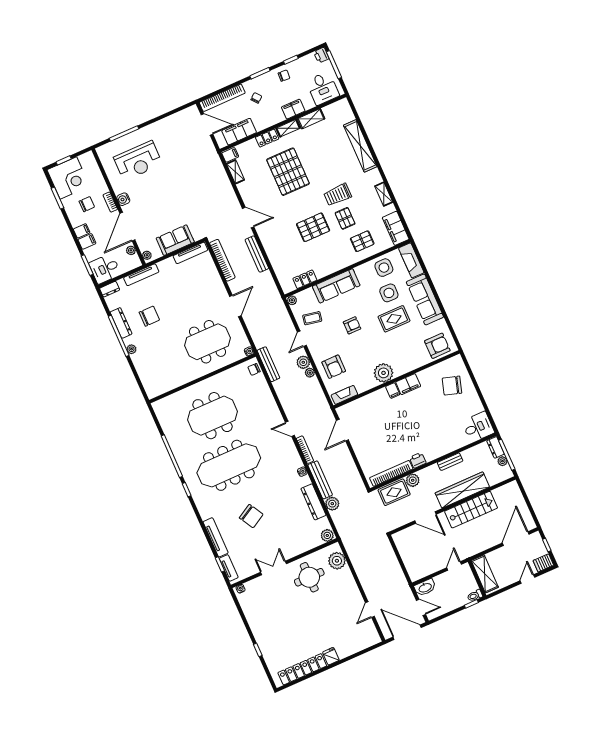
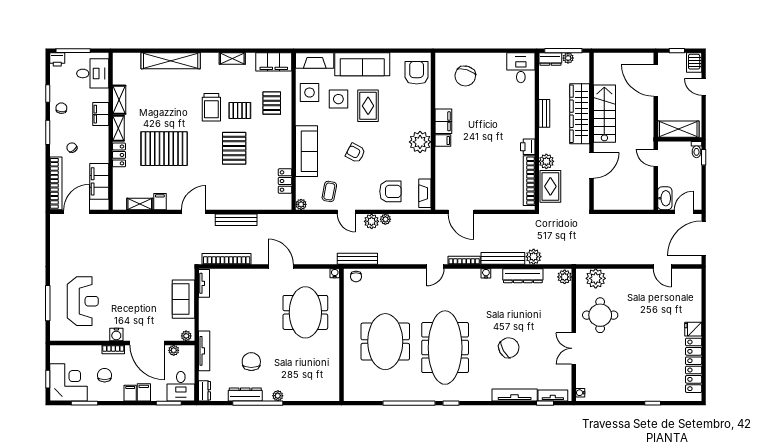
filing cabinet: (230, 155) -> (160, 202), moved
tv unit: (190, 253) -> (204, 283), width x0.71
armchair: (352, 325) -> (355, 153), turned -62

